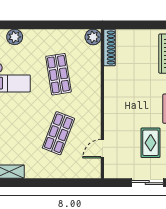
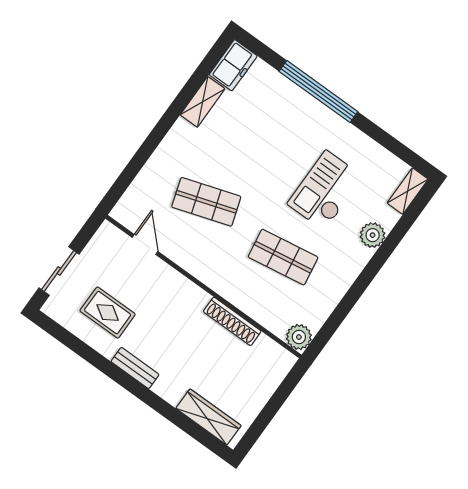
shoe rack: (110, 48) -> (232, 321), moved
shop shelf: (58, 133) -> (206, 202), turned -39

